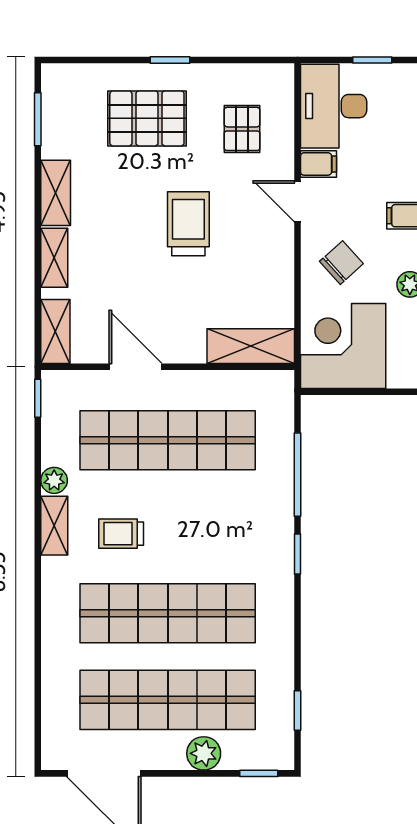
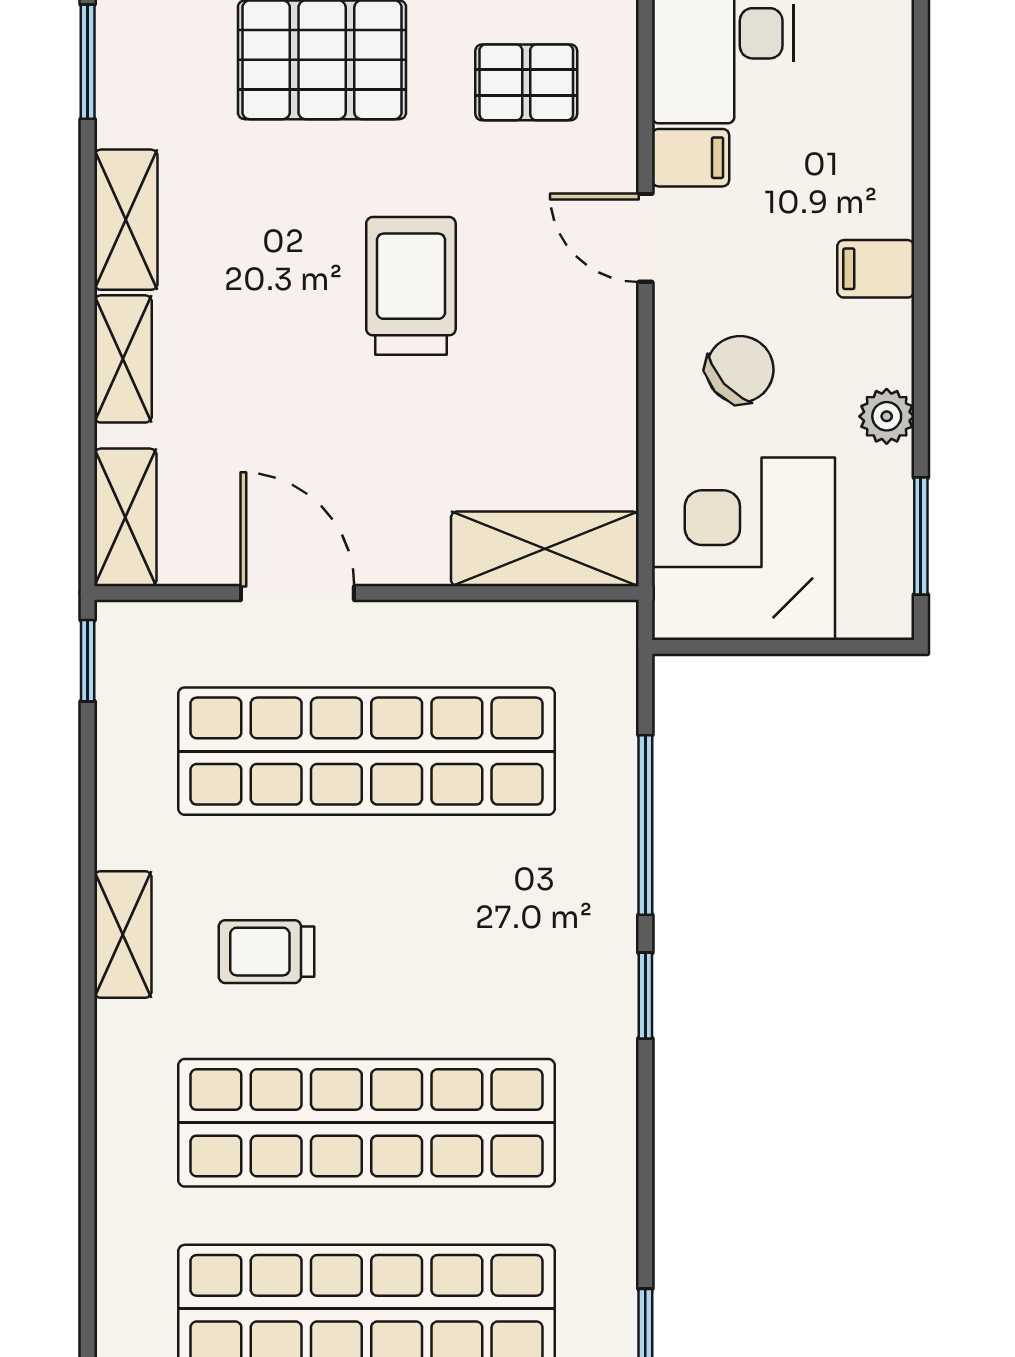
pallet: (242, 129) -> (526, 82), turned 90
plant: (54, 480) -> (123, 837), removed

